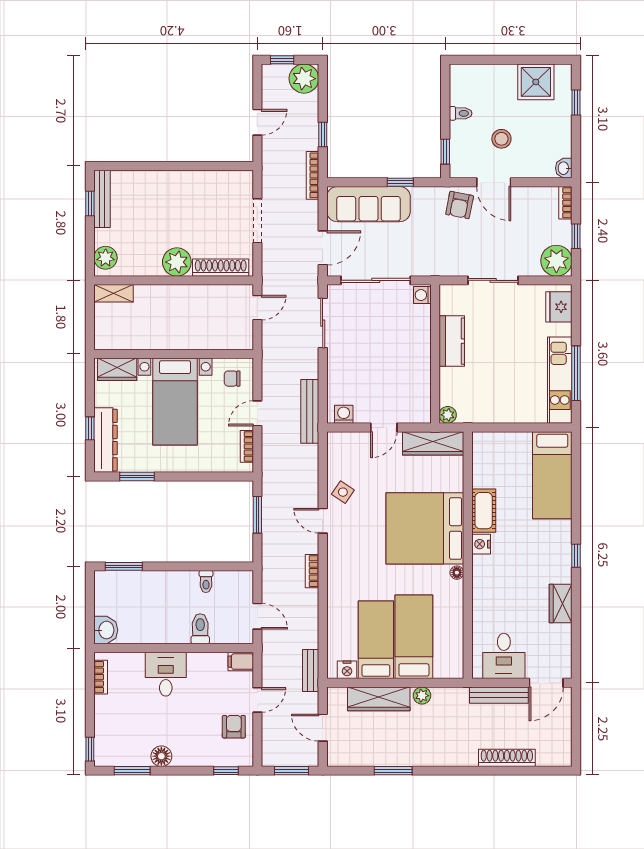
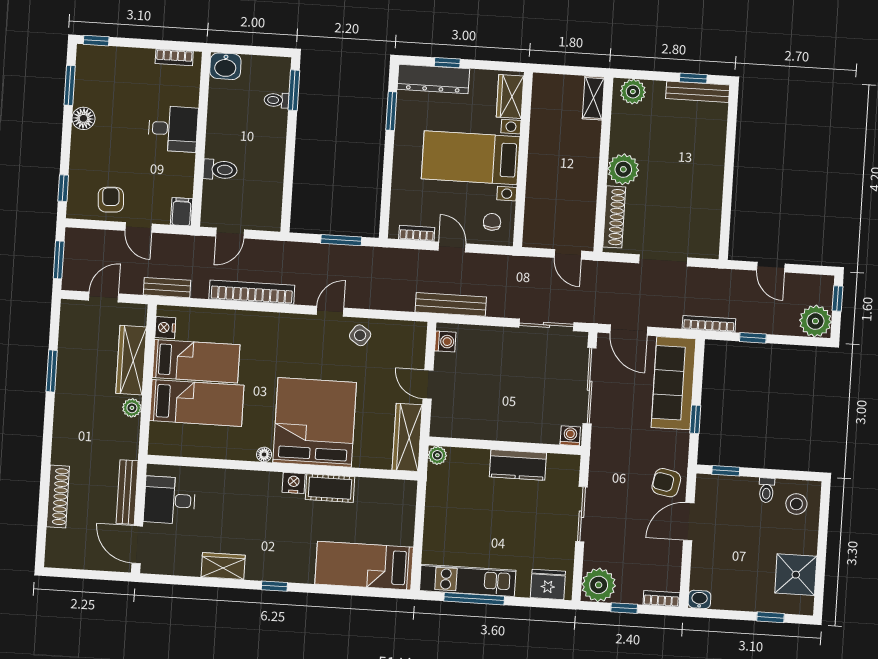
stool: (501, 139) -> (796, 504), moved
bookcase: (312, 571) -> (252, 292), width x2.31, depth x1.31
toilet: (206, 582) -> (277, 100), moved
armchair: (234, 727) -> (111, 200), turned -94

